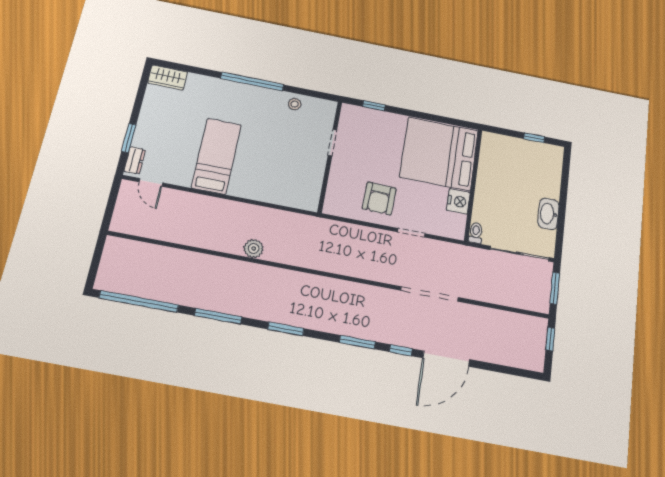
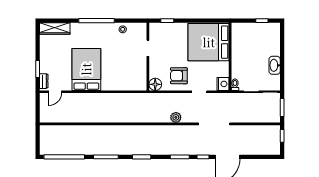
wardrobe: (168, 77) -> (55, 29), width x1.50
bed: (216, 156) -> (86, 69), width x1.50
door: (151, 182) -> (55, 92), hinge flipped
armchair: (379, 199) -> (179, 76), turned 88
nightstand: (458, 201) -> (223, 84), moved
floor lamp: (335, 205) -> (155, 84), added
plant: (254, 249) -> (176, 117), moved

